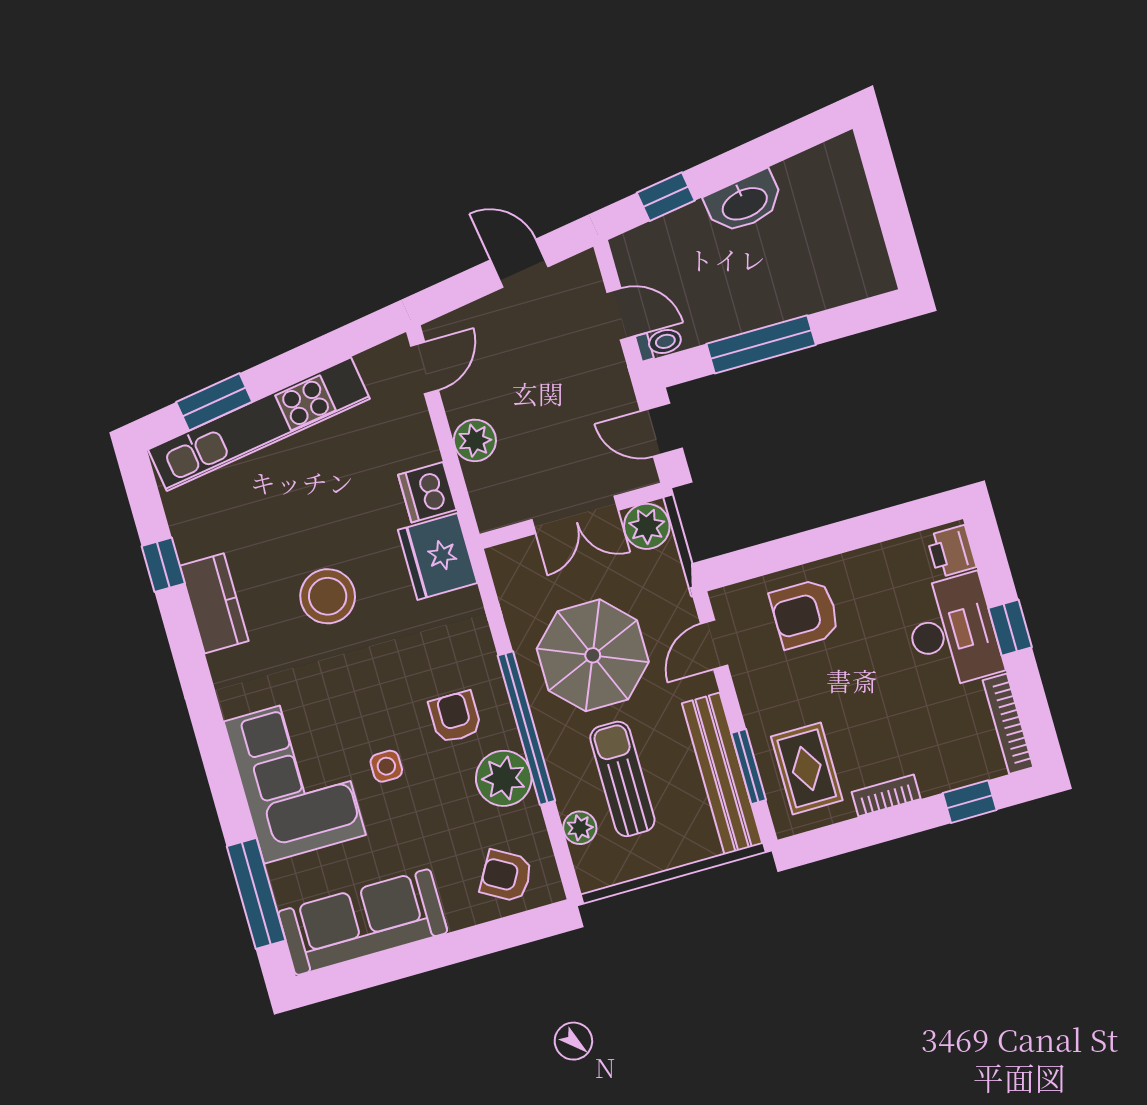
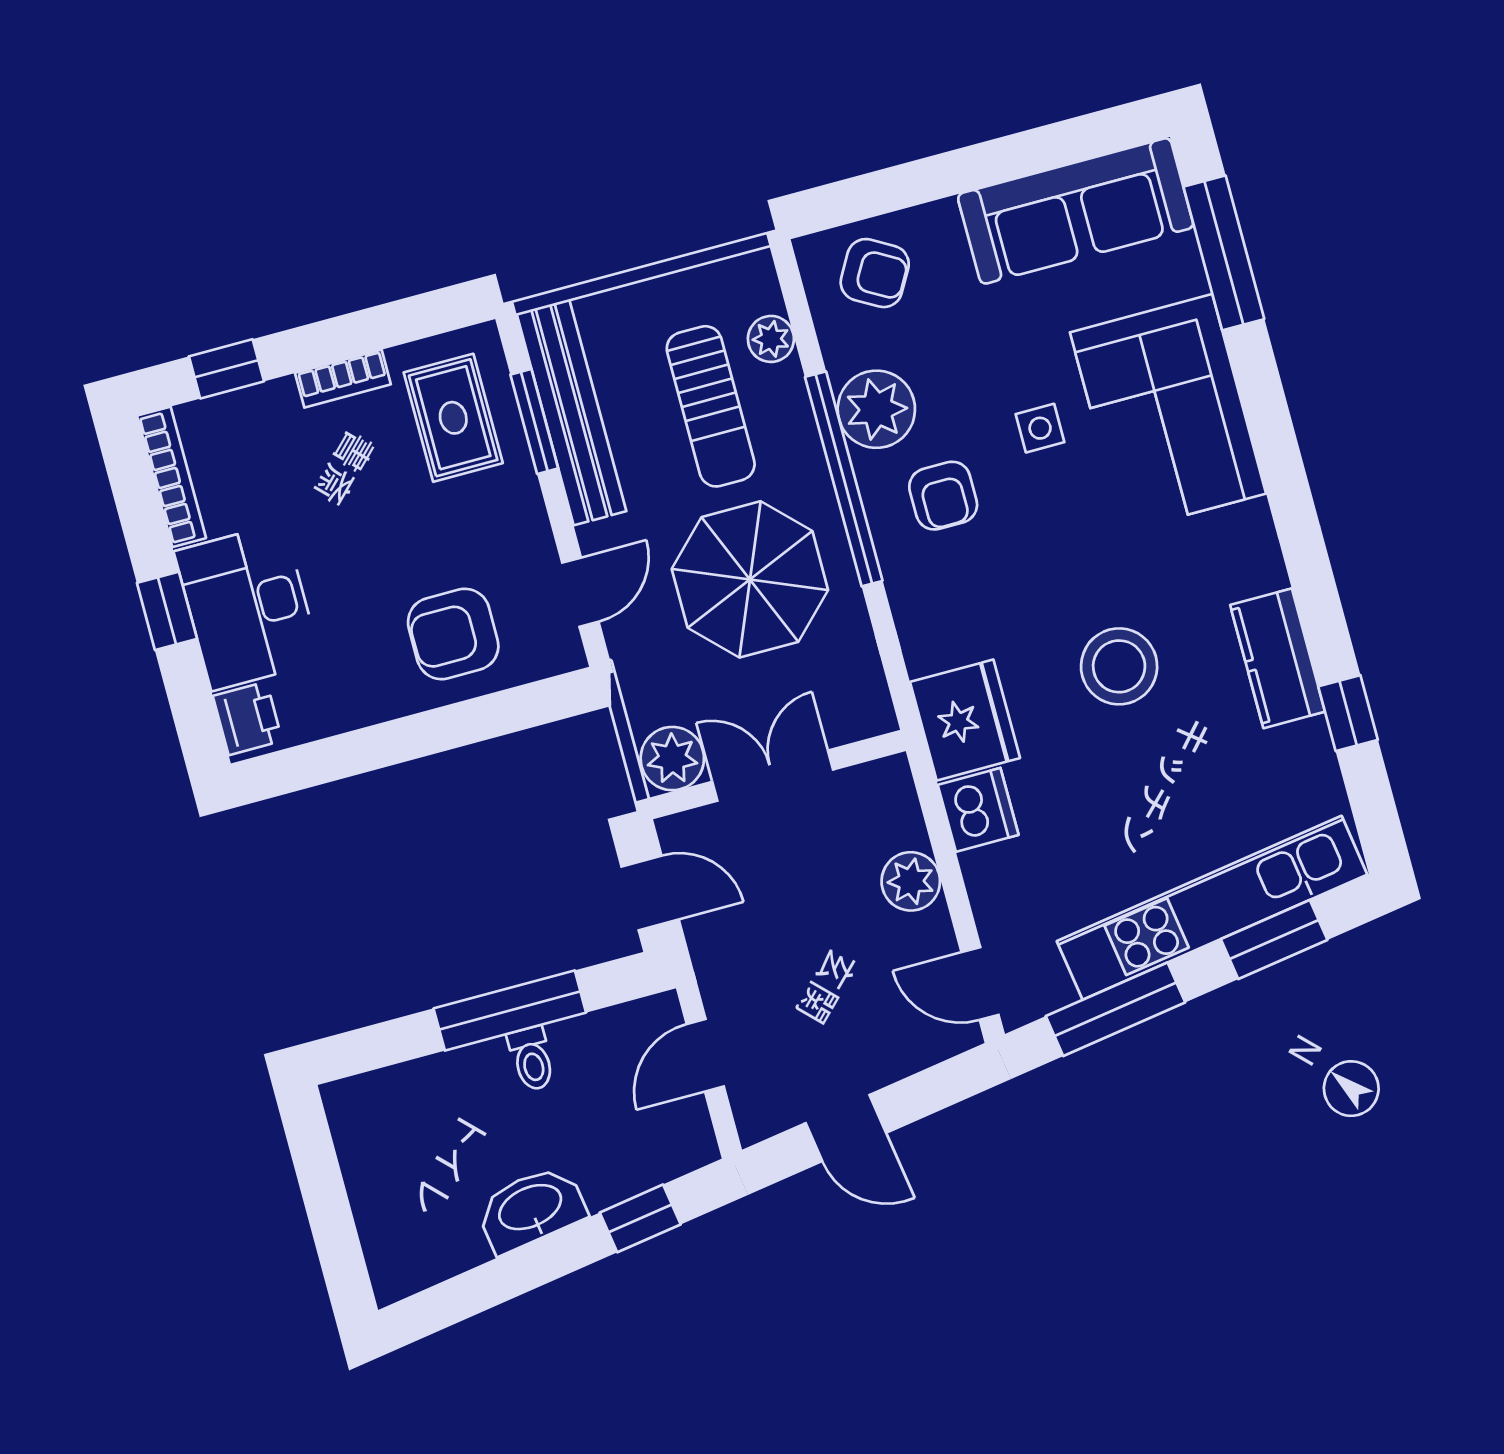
door: (621, 314) -> (705, 1055), hinge flipped
toilet: (660, 343) -> (532, 1059), moved, turned -90
window: (327, 351) -> (1115, 1009), added
door: (424, 368) -> (980, 984), hinge flipped
armchair: (805, 614) -> (453, 634), turned 180

